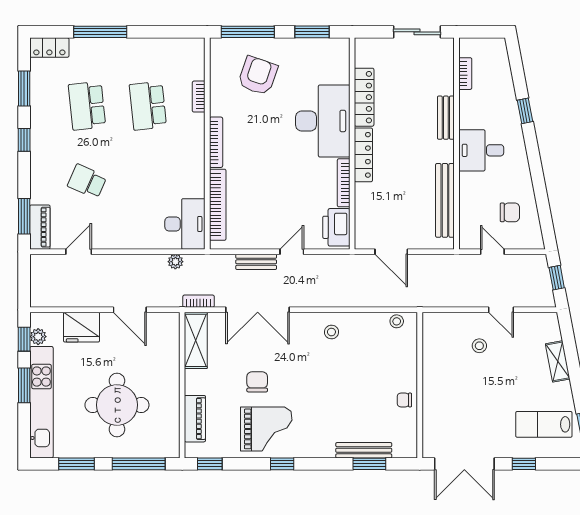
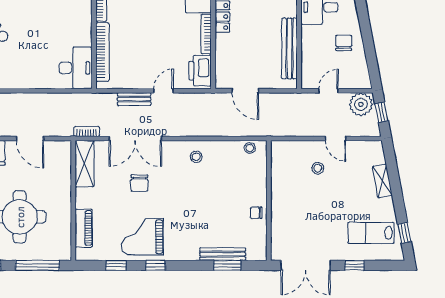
chair: (510, 212) -> (344, 43), moved, turned -90
door: (492, 252) -> (329, 91), hinge flipped
plant: (175, 262) -> (361, 104), moved, width x1.88, depth x1.88
chair: (257, 382) -> (139, 183), moved, turned 180
grand piano: (266, 429) -> (142, 237), turned 180
window: (210, 464) -> (116, 265), moved

